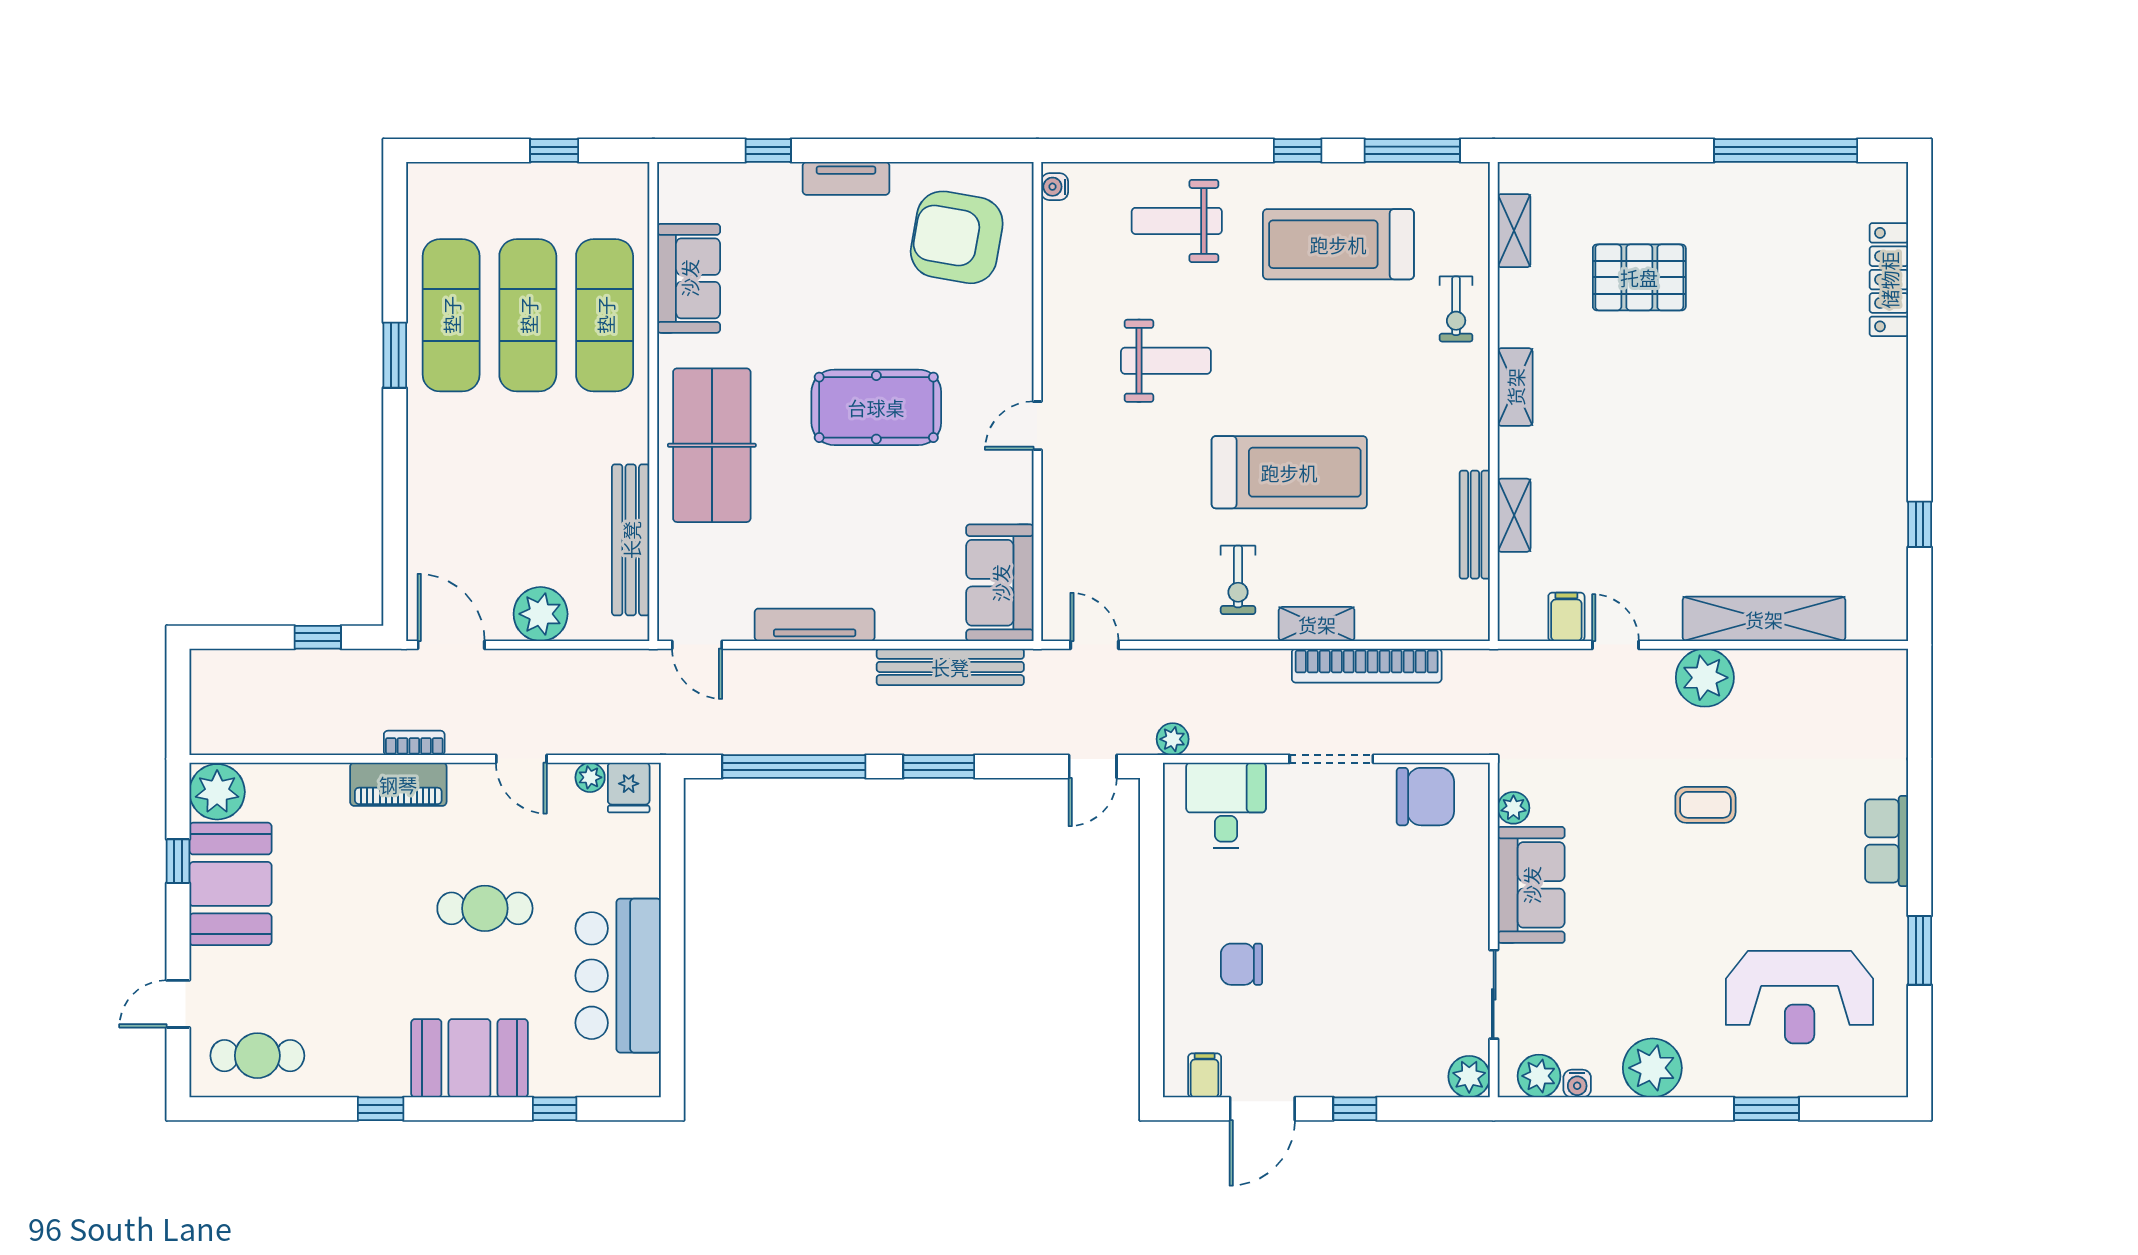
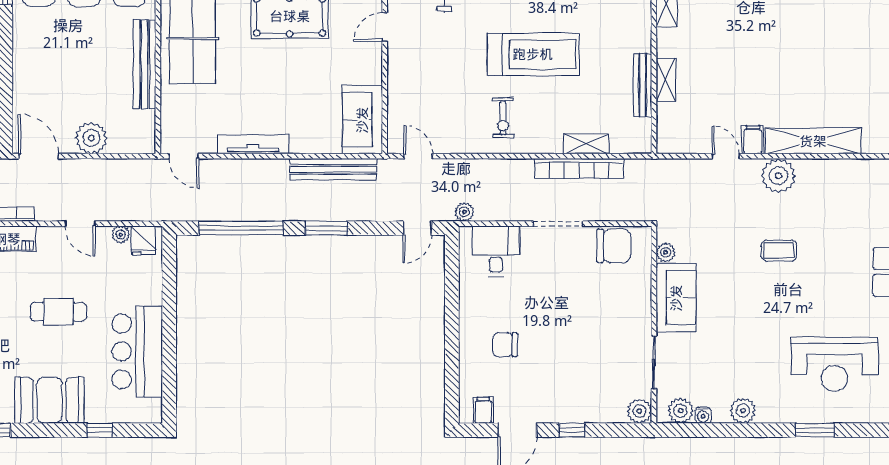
bench: (631, 540) -> (145, 64), moved
filing cabinet: (1566, 617) -> (753, 140), moved
shelving: (1317, 624) -> (586, 144), moved
plant: (1652, 1068) -> (743, 411), width x0.73, depth x0.73

